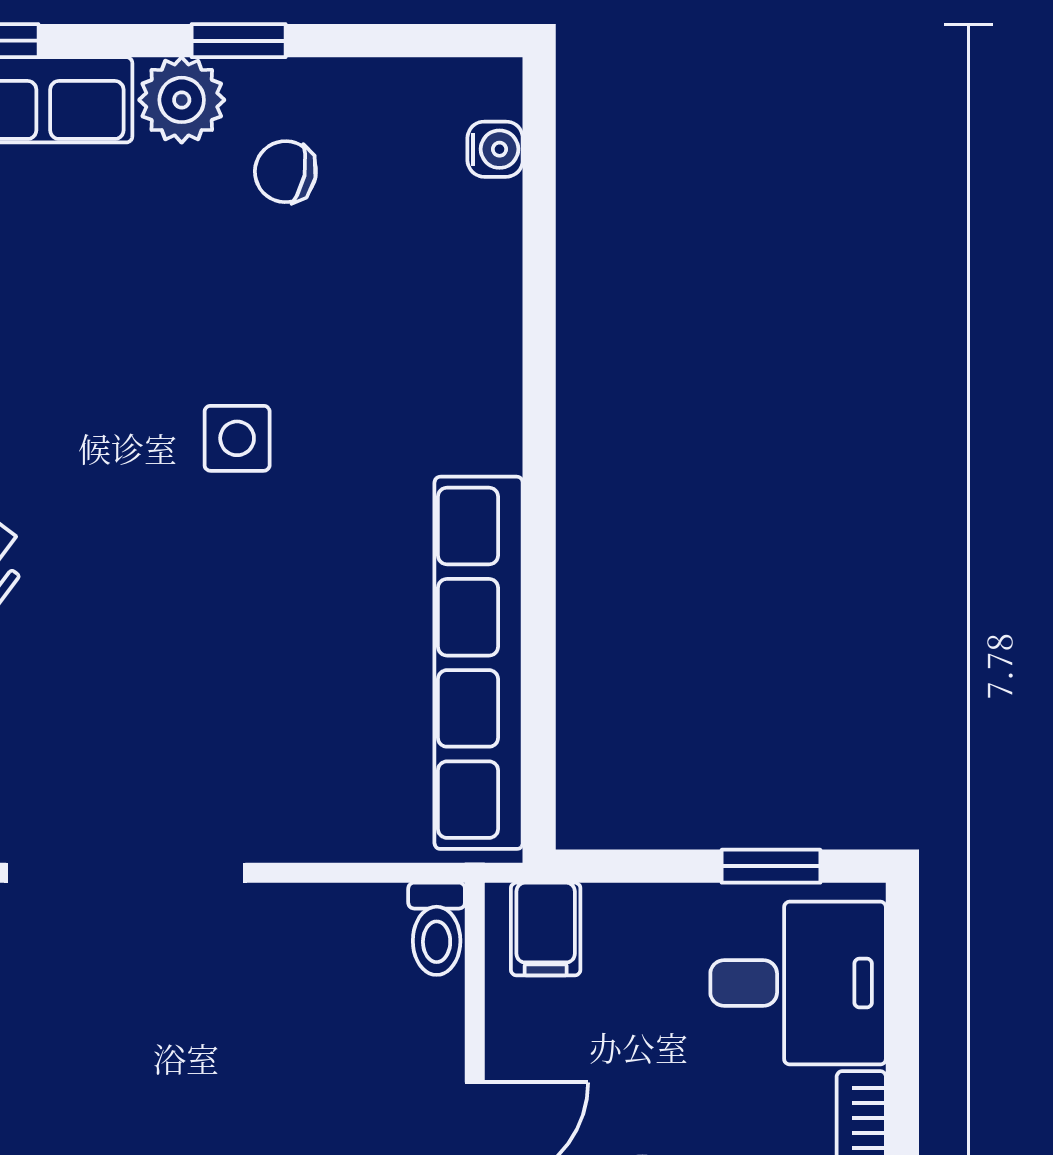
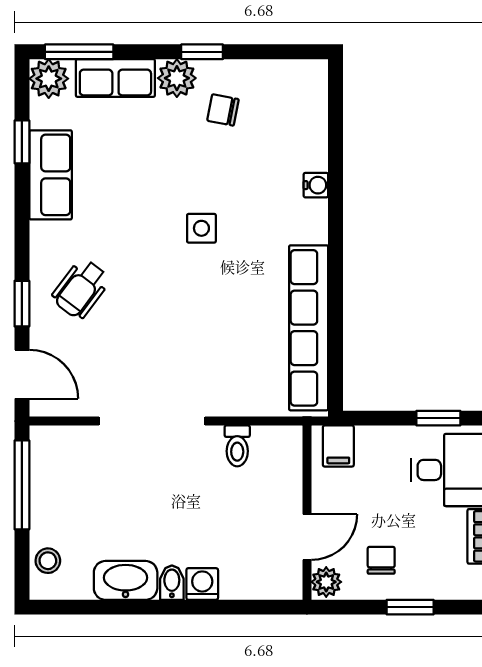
water cooler: (495, 149) -> (316, 185), moved
toilet: (437, 929) -> (237, 446), moved

